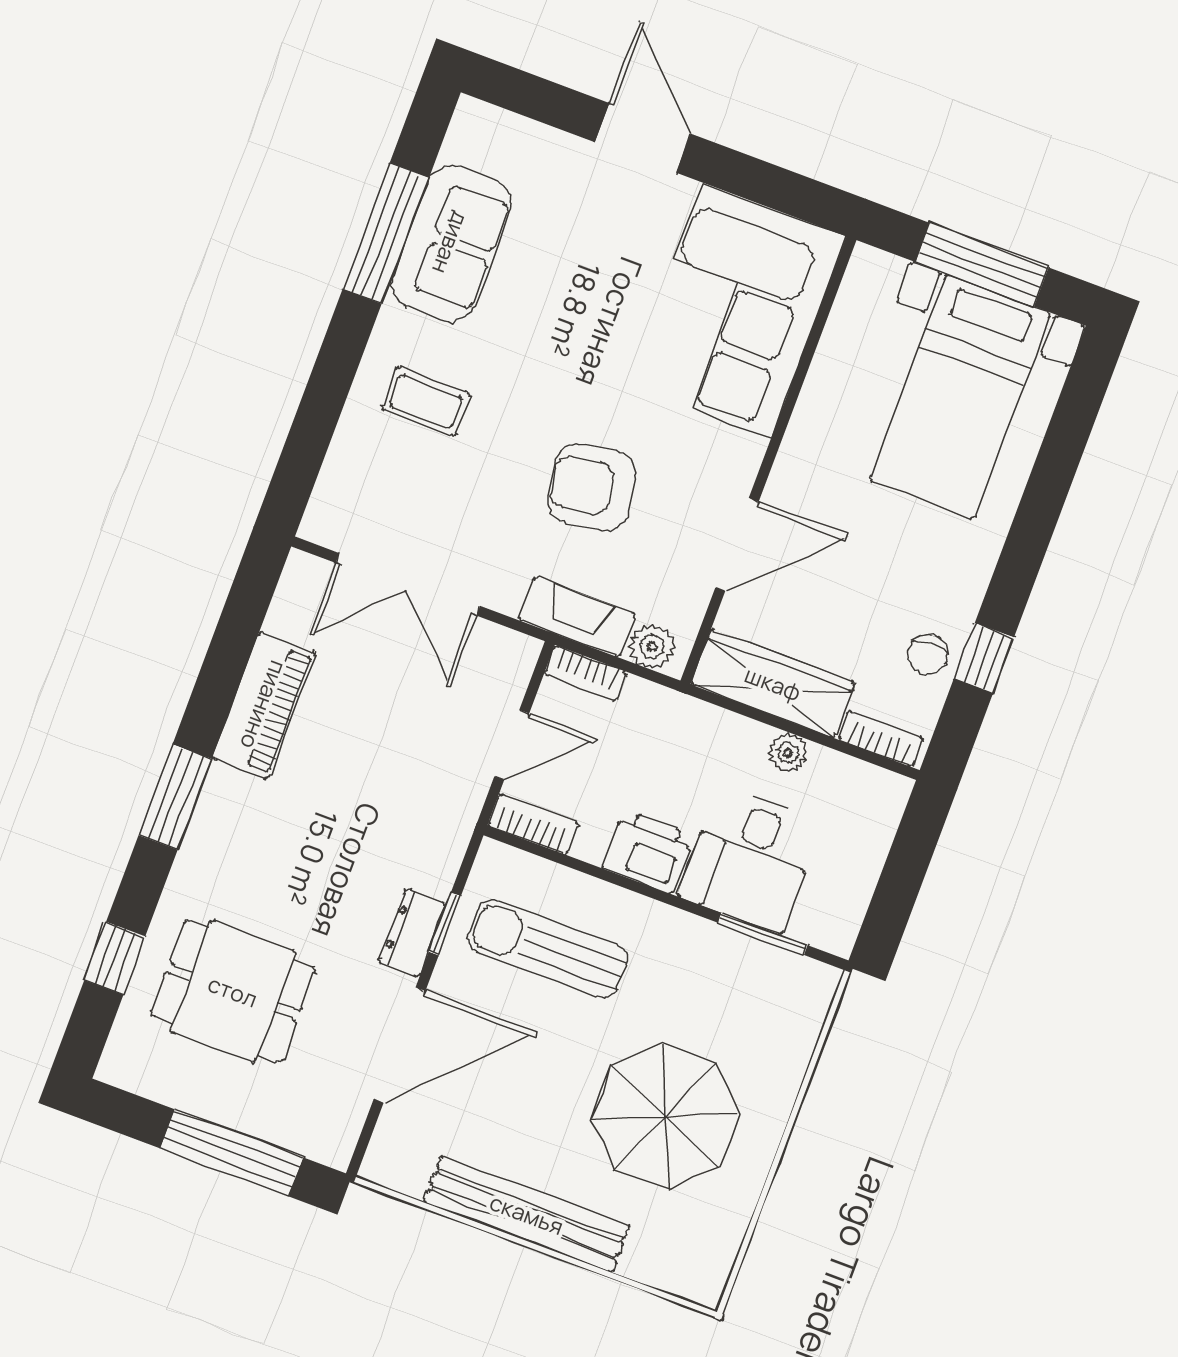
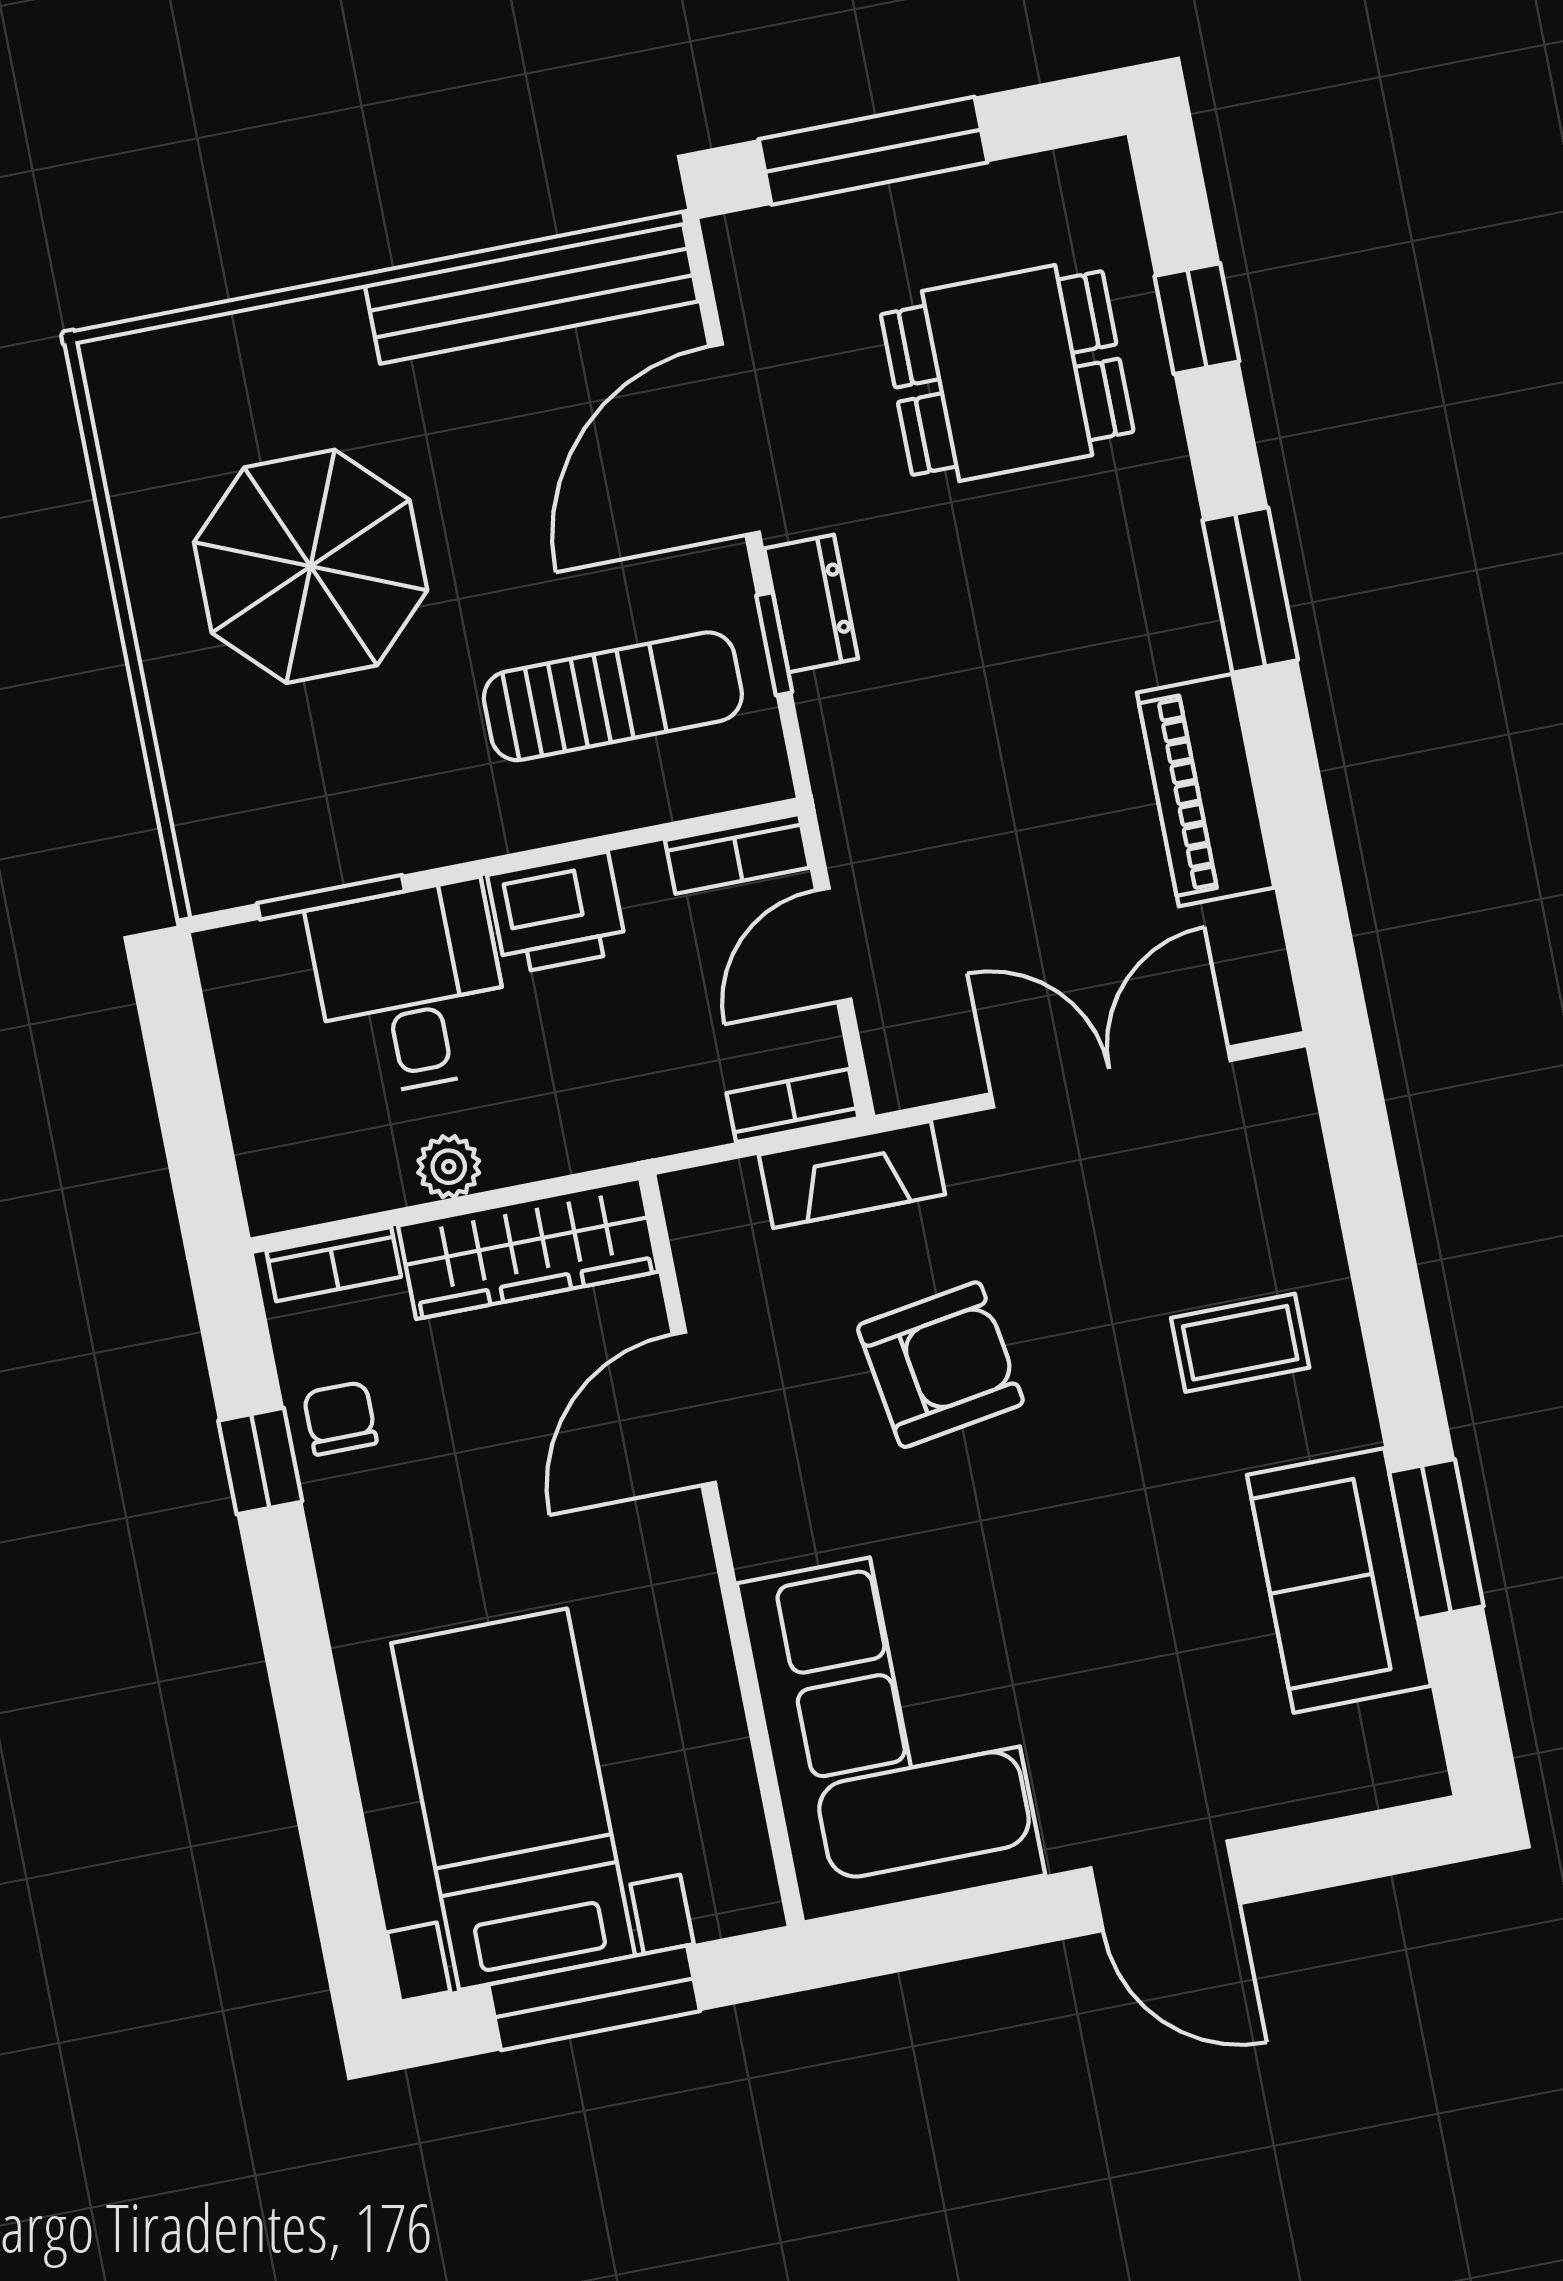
window: (386, 233) -> (1436, 1539), width x0.69
plant: (652, 646) -> (724, 1198), removed
bench: (527, 1214) -> (532, 293), moved

